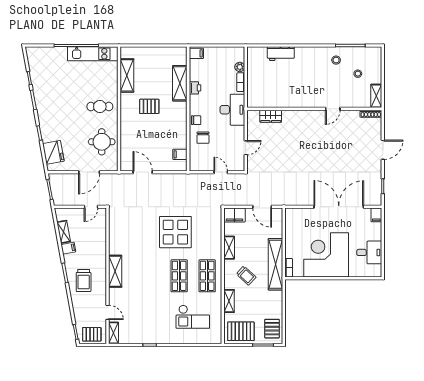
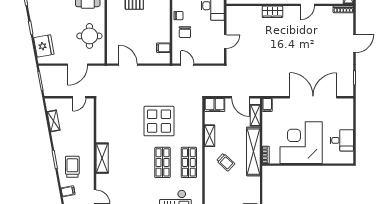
wardrobe: (271, 116) -> (272, 12), moved
door: (221, 172) -> (187, 65), moved
filing cabinet: (376, 215) -> (267, 105), moved
filing cabinet: (68, 248) -> (68, 191), moved
trolley: (84, 280) -> (72, 167), turned 180
shelving: (229, 301) -> (255, 115), moved

